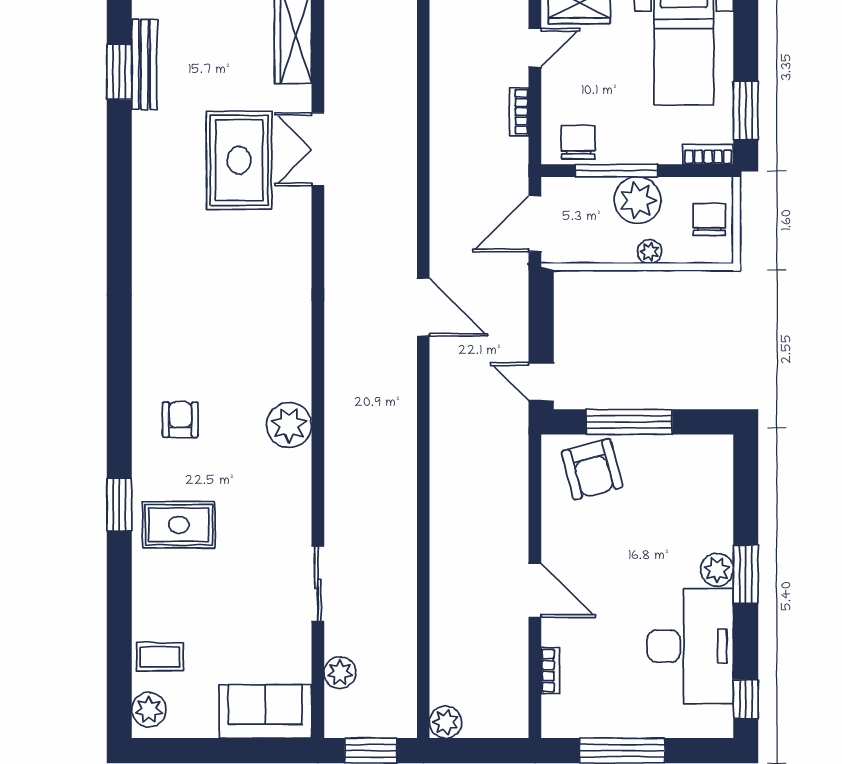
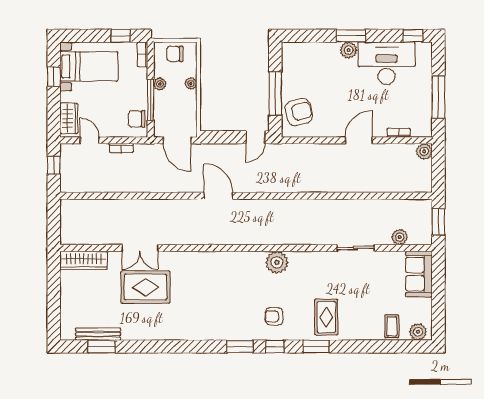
window: (746, 110) -> (121, 36), width x0.67
plant: (638, 200) -> (160, 84), width x0.53, depth x0.53
door: (423, 307) -> (218, 196), hinge flipped
window: (119, 350) -> (240, 347), added
window: (119, 421) -> (275, 347), added
plant: (446, 722) -> (424, 151), moved

